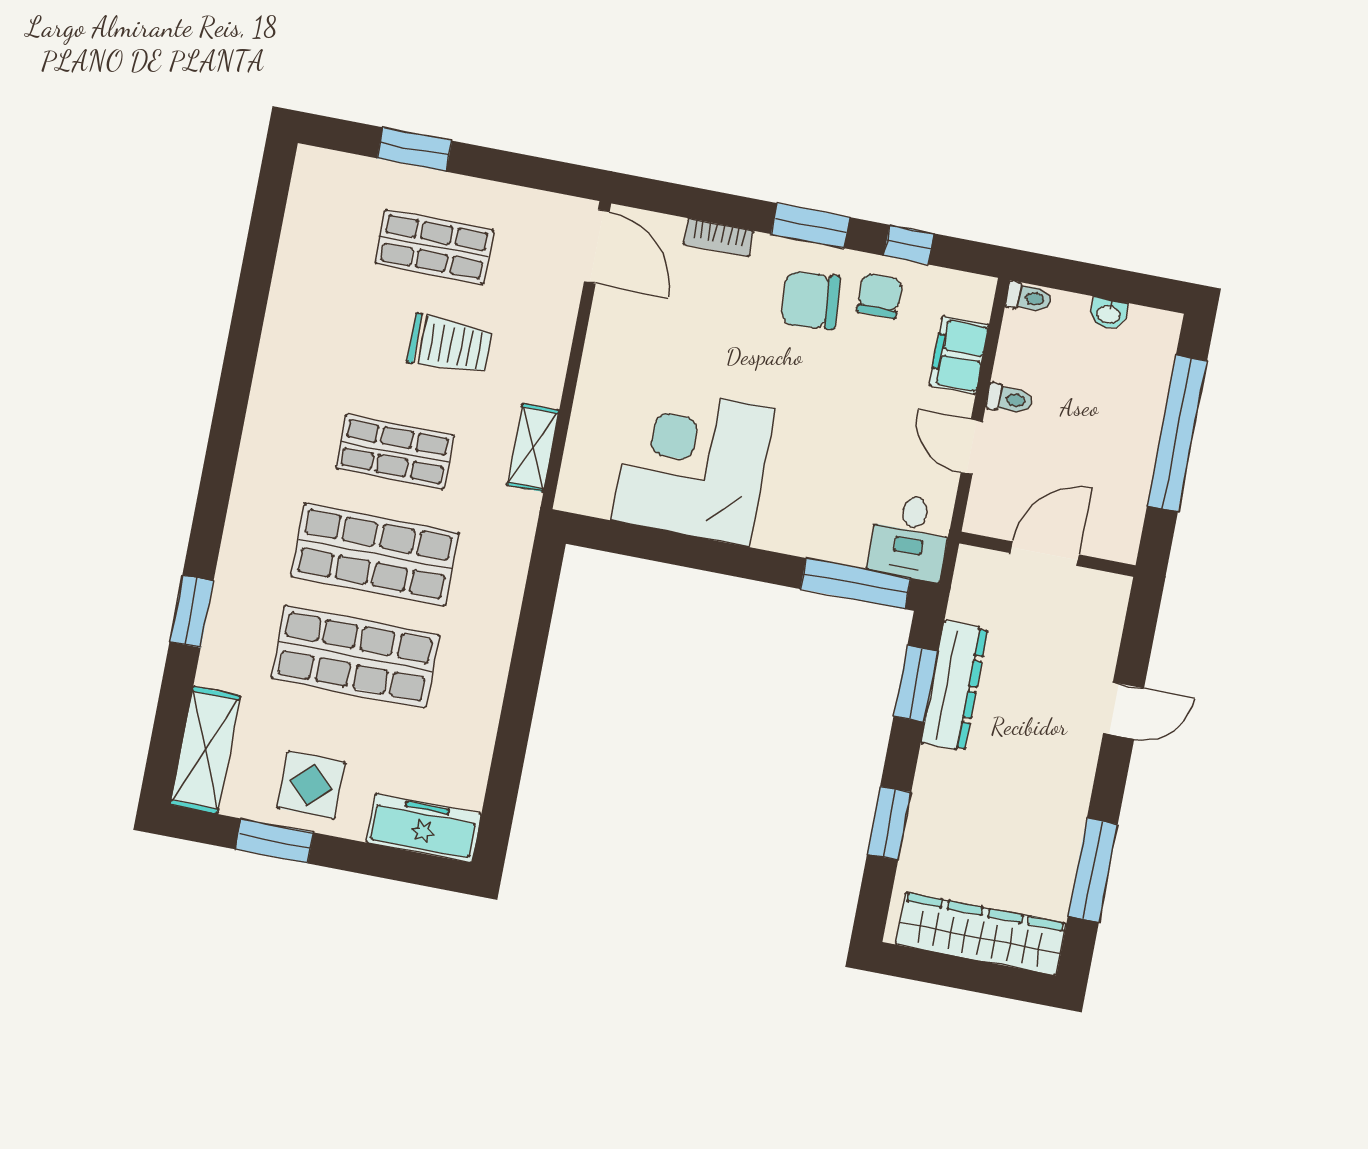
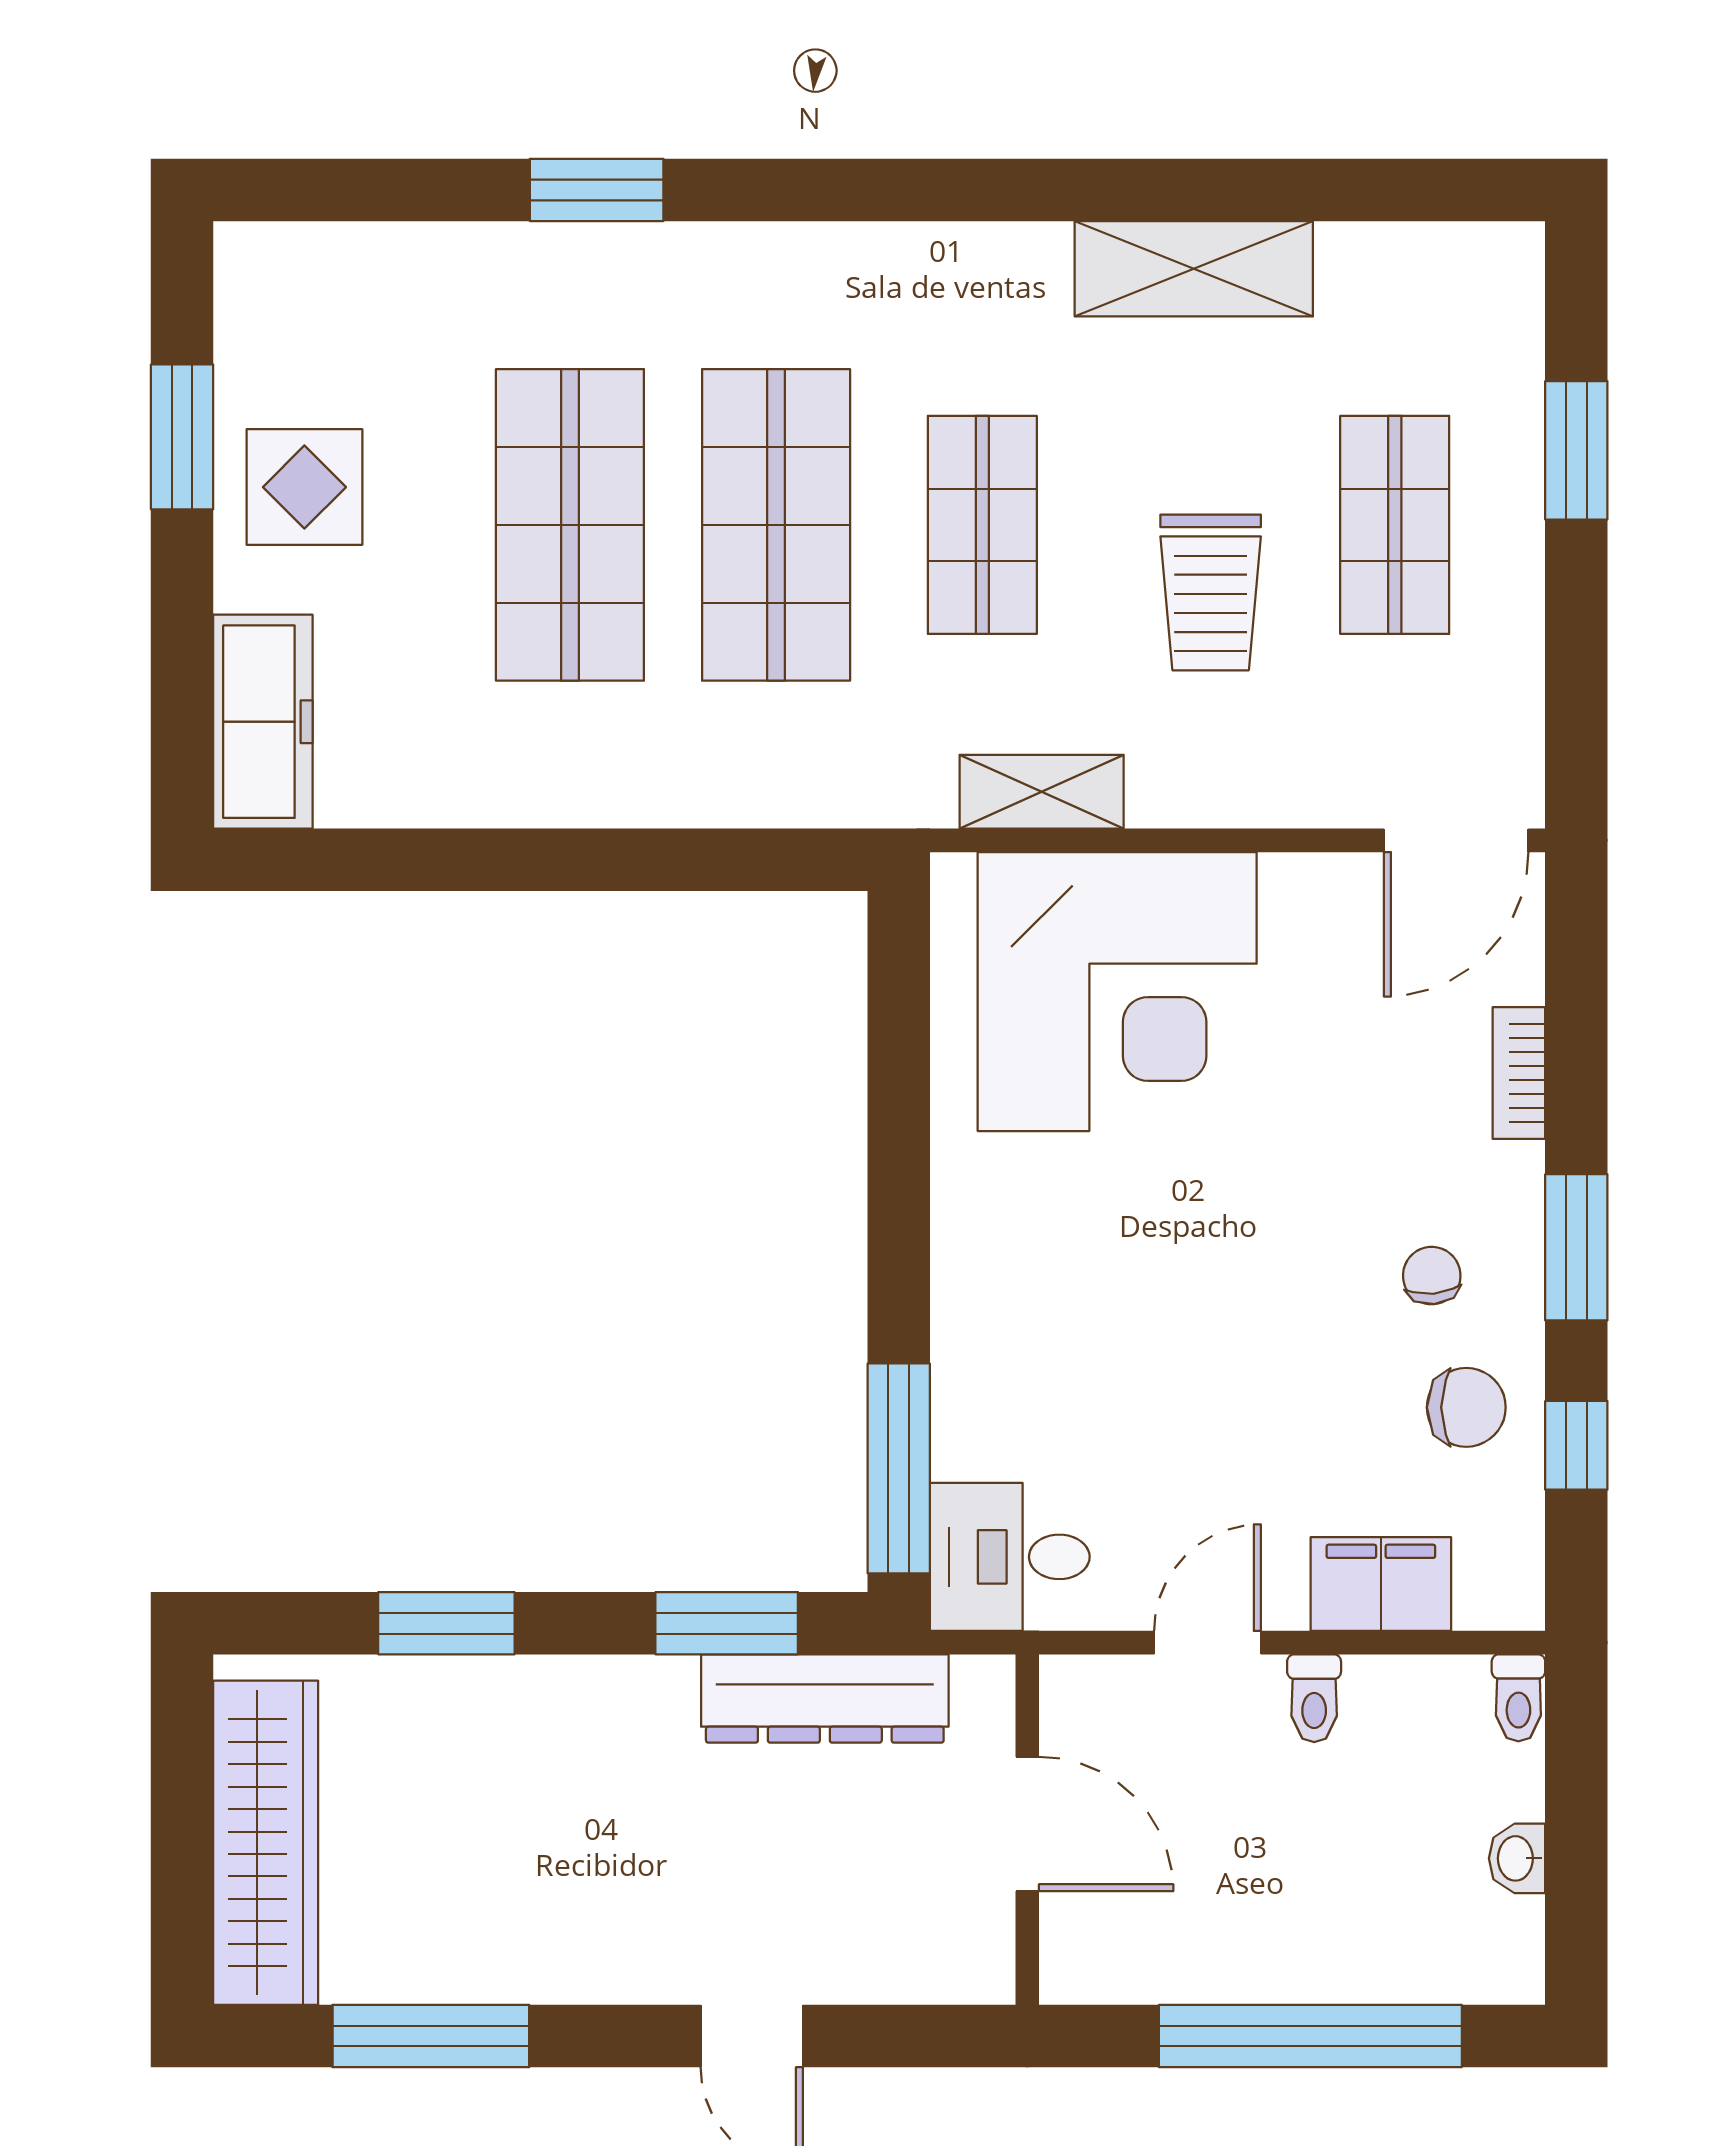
chair: (811, 300) -> (1432, 1276), width x0.54, depth x0.54
corner desk: (693, 464) -> (1117, 992), moved, turned 90
dresser: (954, 686) -> (825, 1698), moved
shelving: (205, 750) -> (1194, 269), moved

